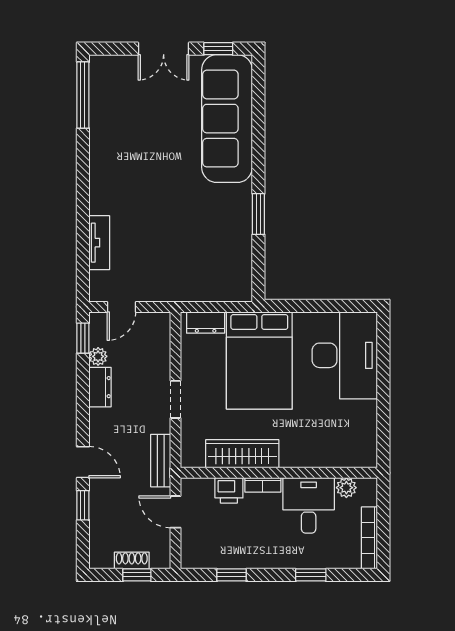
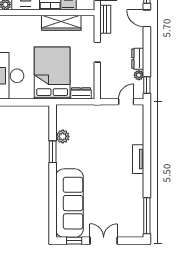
plant: (240, 242) -> (63, 136), added
tv unit: (99, 243) -> (138, 159), moved

